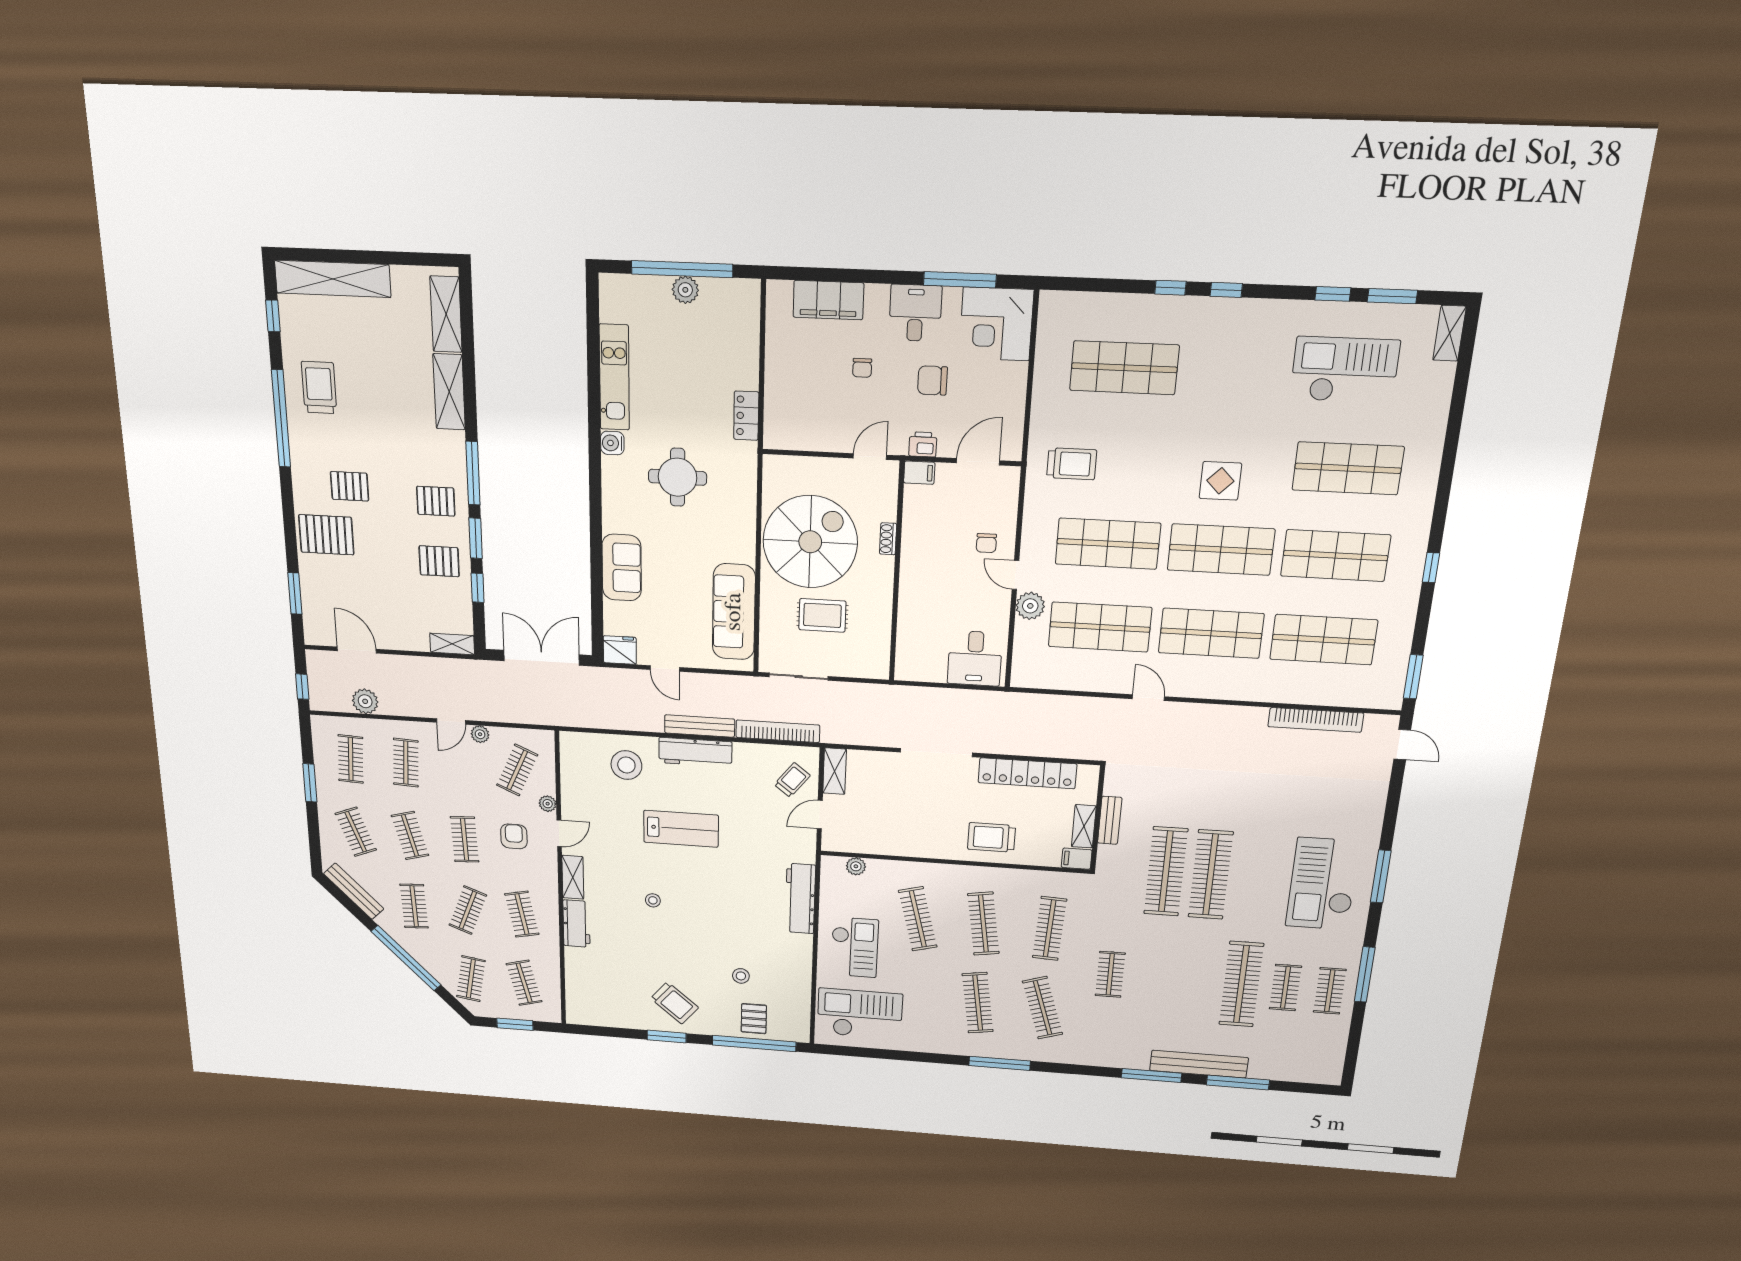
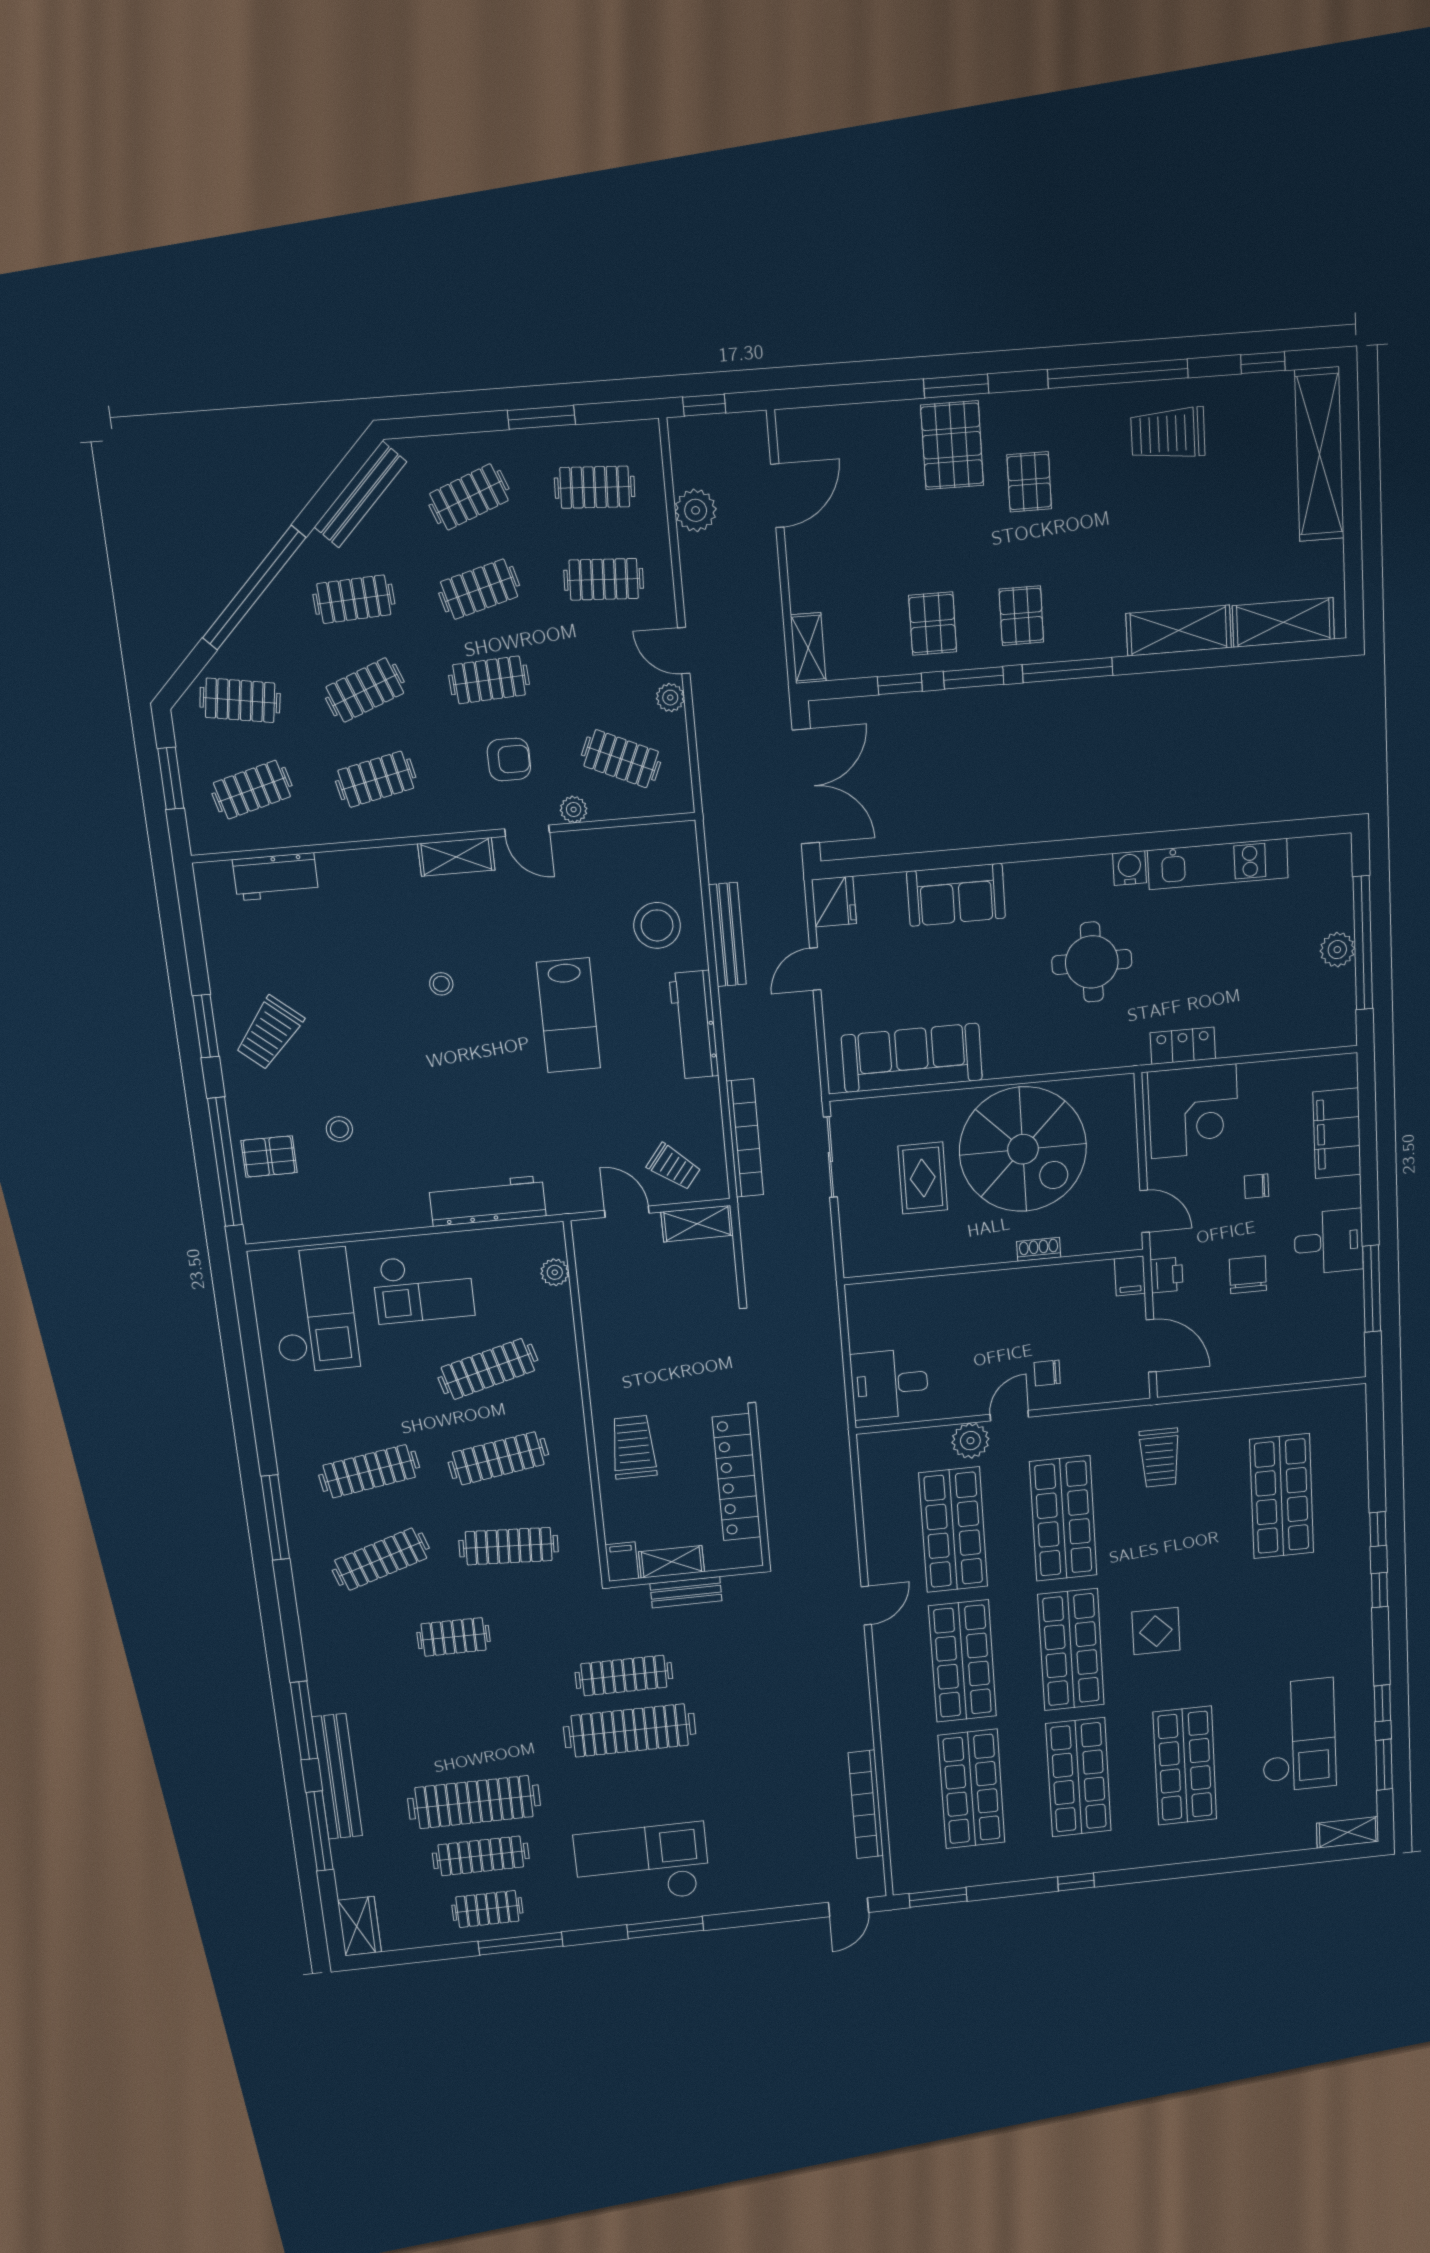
corner desk: (996, 324) -> (1194, 1111), moved, turned 180
trolley: (319, 388) -> (1168, 434), turned 180
window: (295, 593) -> (956, 386), moved
bench: (700, 726) -> (727, 935), moved
clothes rail: (1166, 871) -> (624, 1675), width x0.73, depth x0.76
clothes rail: (468, 910) -> (365, 690), turned -42
workbench: (576, 924) -> (276, 877), moved
clothes rail: (1285, 988) -> (481, 1856), width x1.36
wardrobe: (1320, 1073) -> (360, 1926), added

